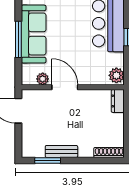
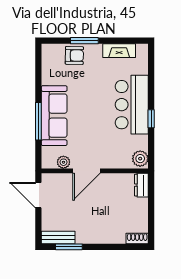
door: (65, 87) -> (87, 171), swing flipped
bench: (61, 151) -> (58, 237), moved
shoe rack: (109, 152) -> (137, 238), width x0.70

